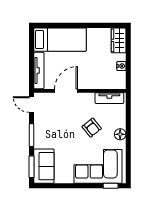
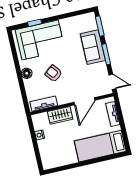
wardrobe: (119, 40) -> (60, 115), moved, turned 90
tv unit: (39, 71) -> (113, 114), width x0.71
sofa: (44, 166) -> (93, 47), moved
window: (111, 186) -> (35, 23), moved

